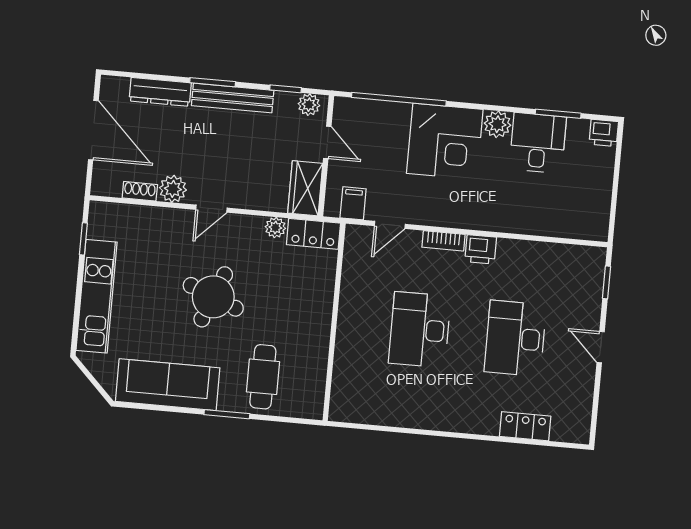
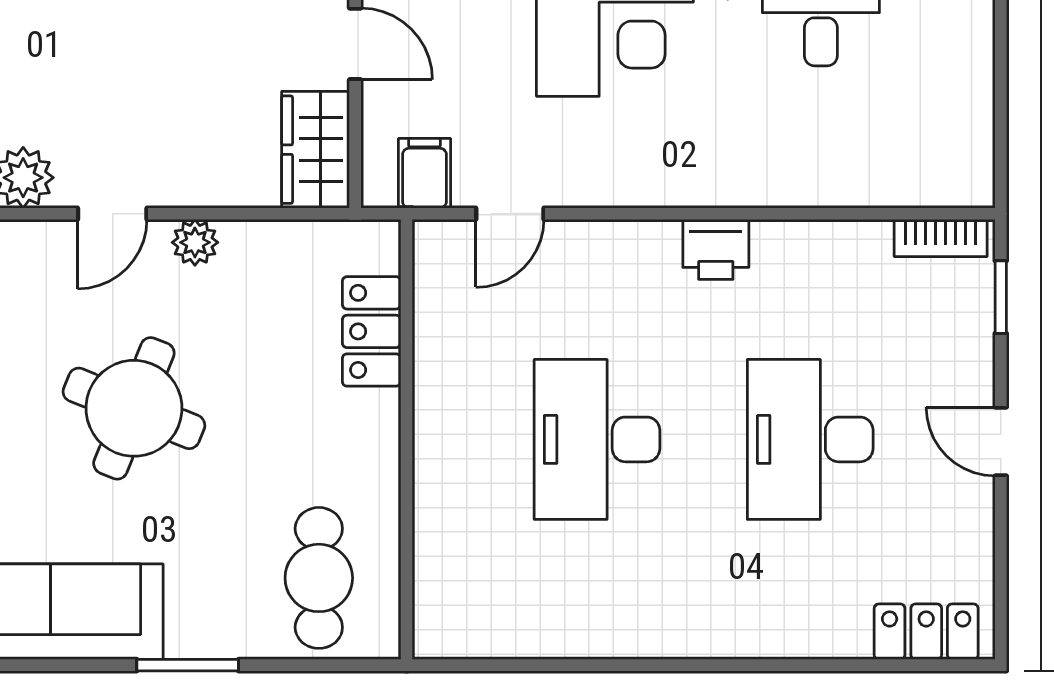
plant: (275, 228) -> (195, 242), moved
locker: (313, 234) -> (372, 331), moved, turned 90
bookcase: (443, 241) -> (941, 238), moved
cafe table: (263, 377) -> (319, 578), moved
locker: (525, 426) -> (926, 632), moved

